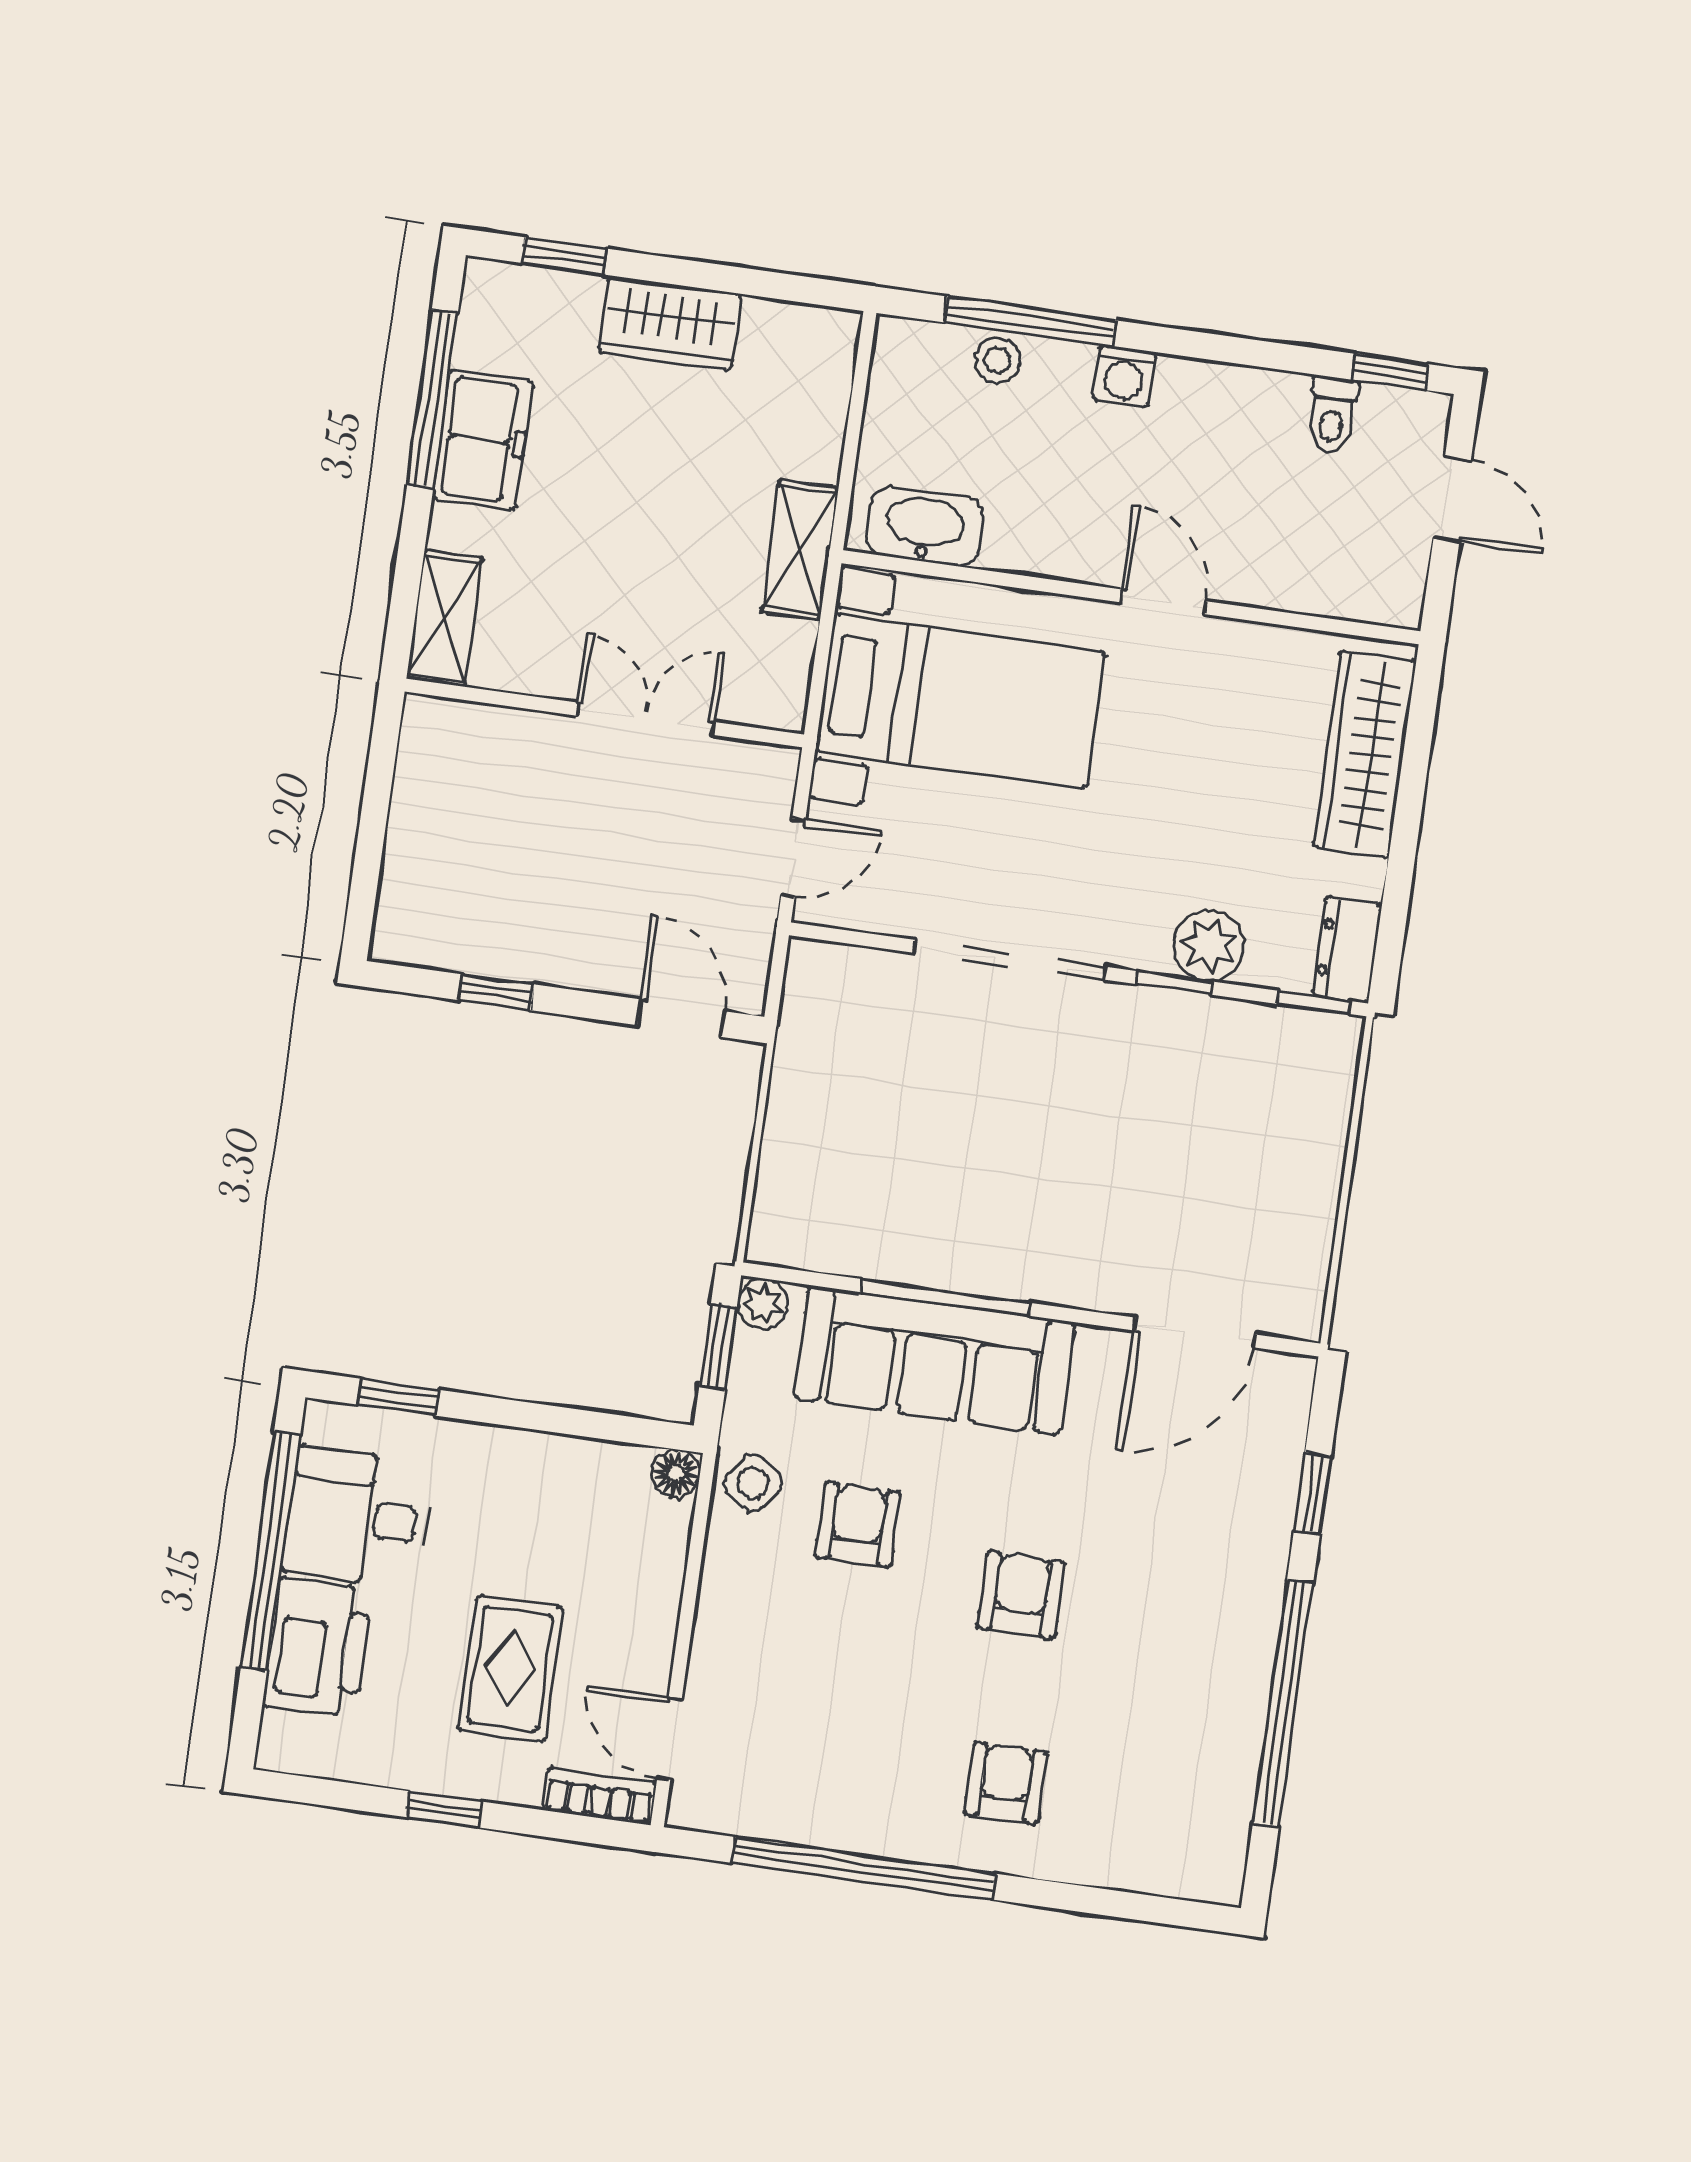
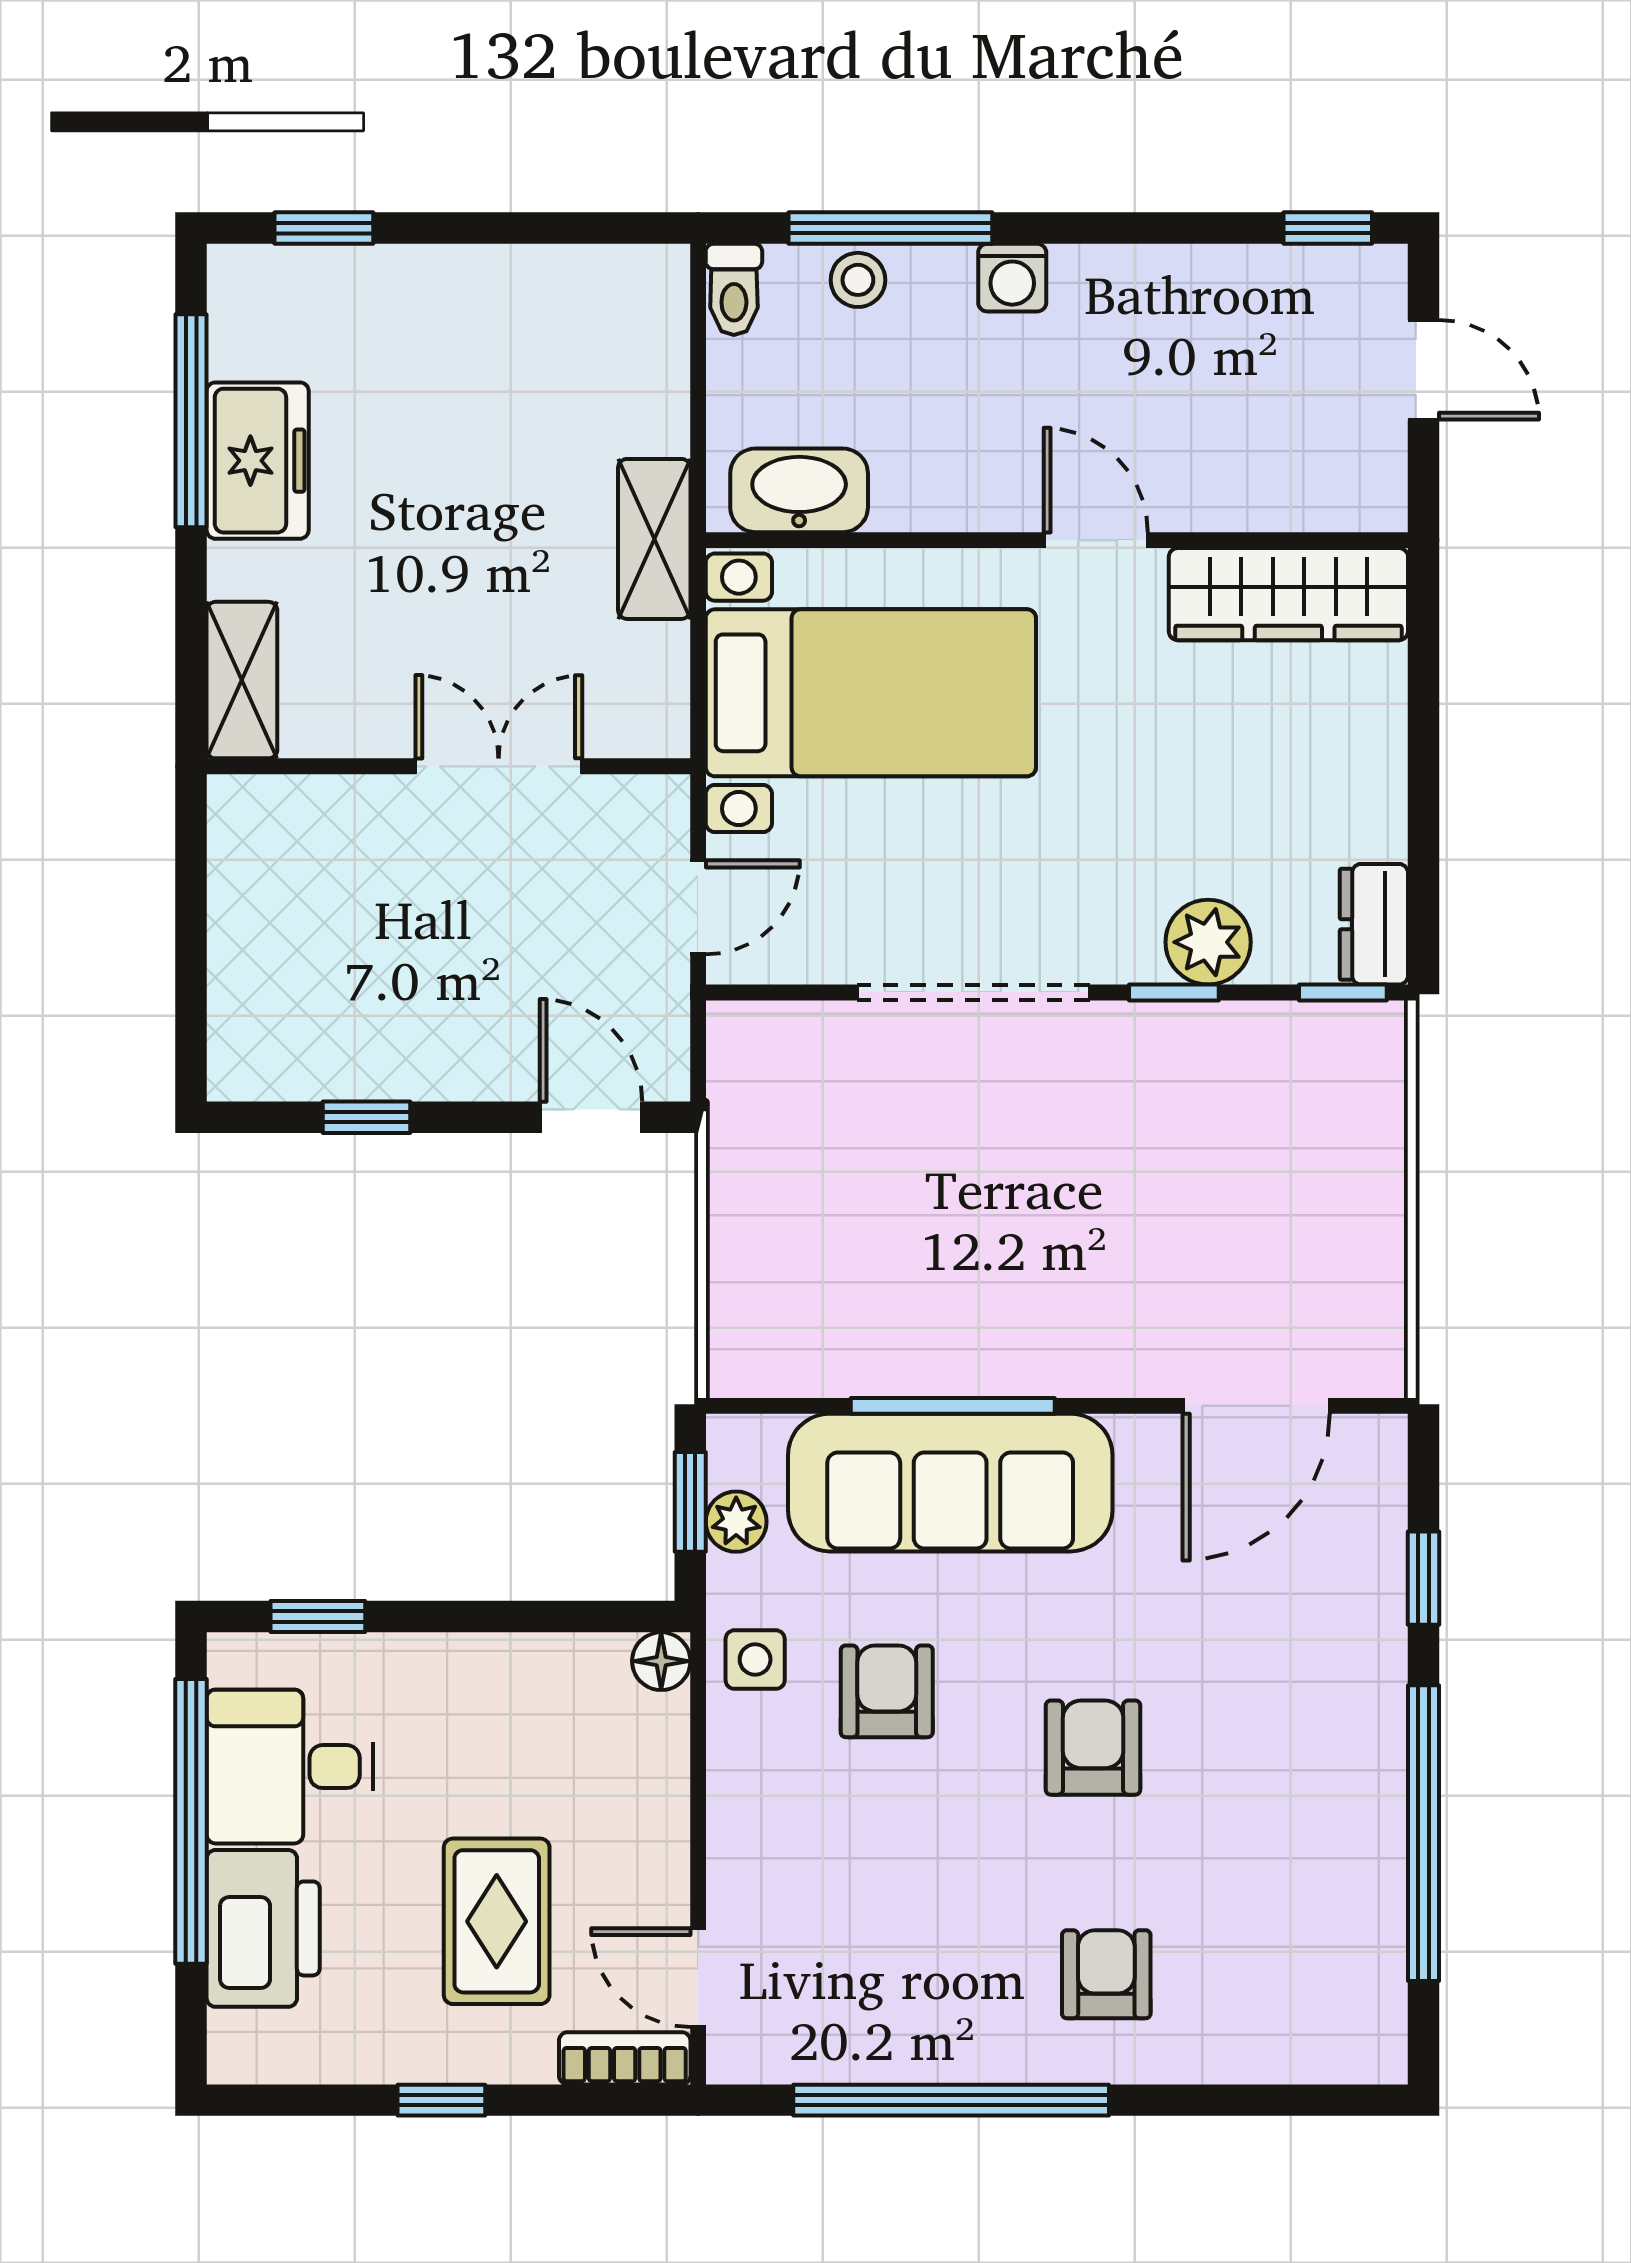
wardrobe: (670, 323) -> (461, 290), removed
toilet: (1332, 415) -> (734, 289), moved
wardrobe: (1365, 754) -> (1288, 594), moved, turned -90
plant: (763, 1304) -> (736, 1522), moved
side table: (753, 1483) -> (755, 1660), turned -37

